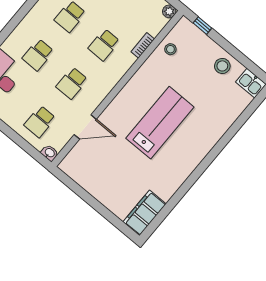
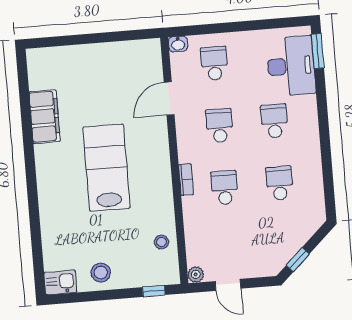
bookcase: (143, 45) -> (186, 180), moved
lab bench: (160, 123) -> (106, 168), turned 180
filing cabinet: (145, 213) -> (45, 117), moved

